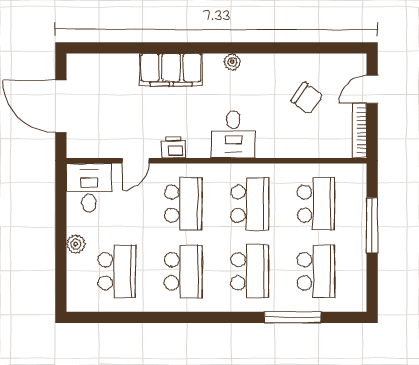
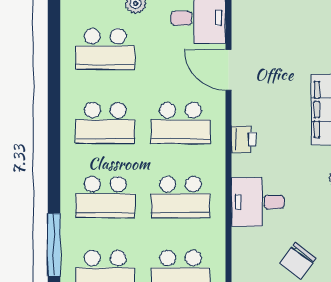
desk: (233, 134) -> (258, 202), moved
printer: (173, 147) -> (243, 139), moved
door: (136, 161) -> (228, 70), width x1.38

